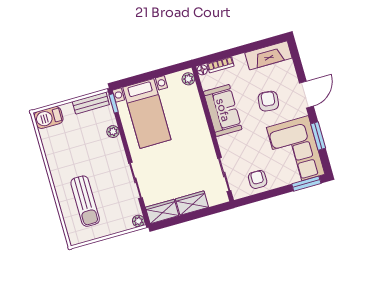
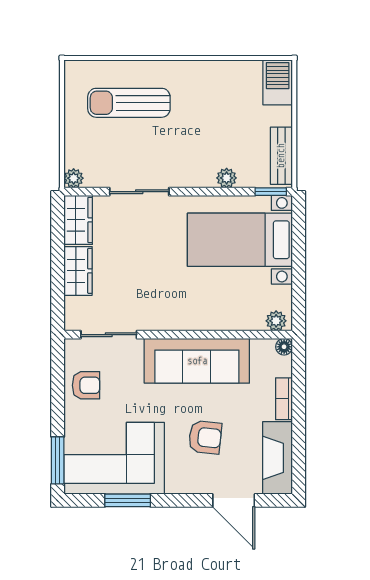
bookcase: (221, 65) -> (284, 399), moved
door: (306, 95) -> (234, 500), moved
sofa: (223, 110) -> (197, 361), width x1.36

